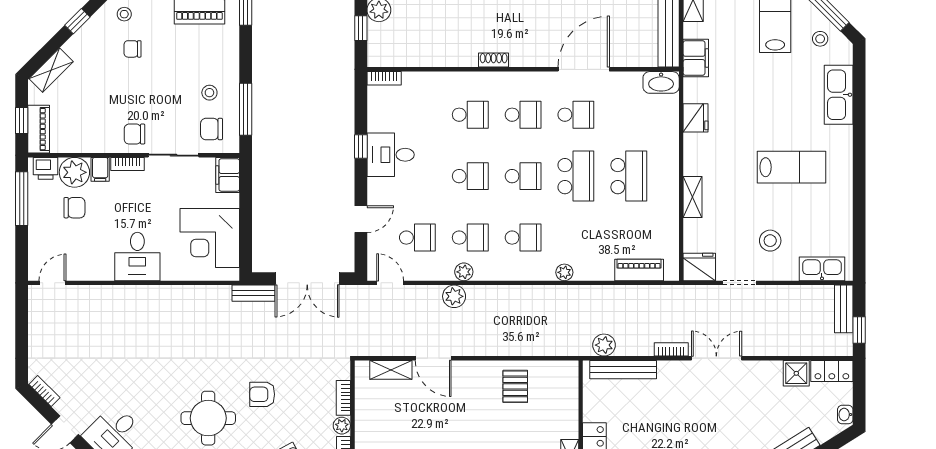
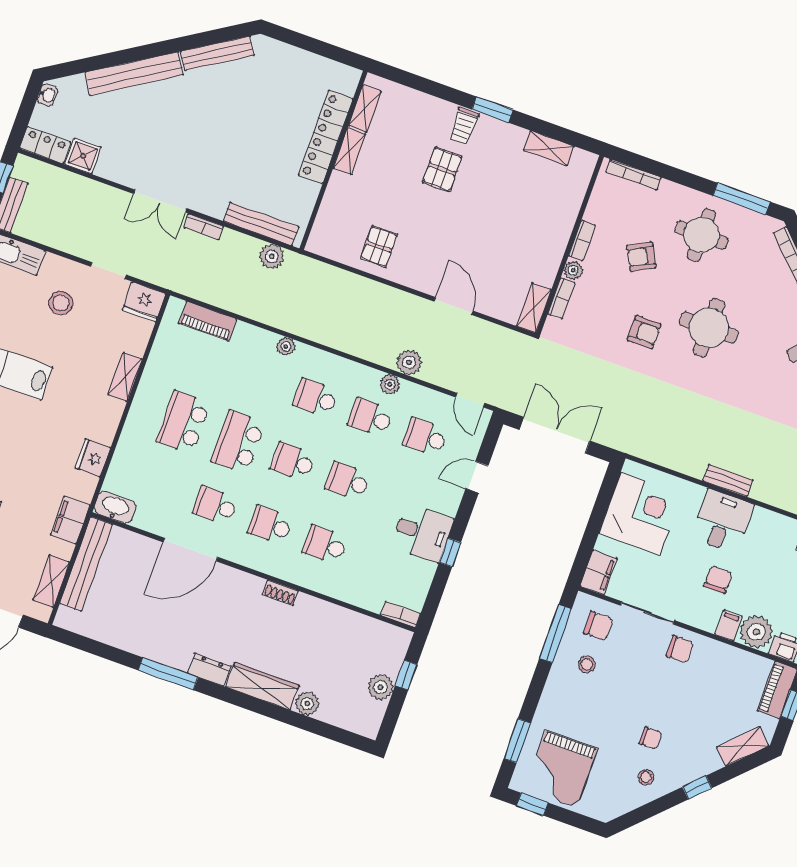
bookcase: (128, 164) -> (698, 621), removed
chair: (74, 208) -> (718, 580), moved, turned 90
bench: (253, 293) -> (728, 480), moved
shelving: (391, 370) -> (534, 308), moved, turned 90

